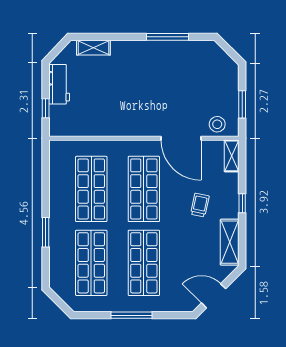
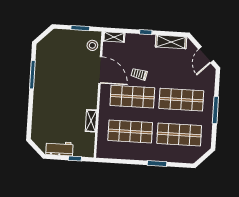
shelving: (93, 48) -> (91, 121), moved
door: (181, 138) -> (100, 70), hinge flipped
trolley: (200, 205) -> (139, 74), moved

